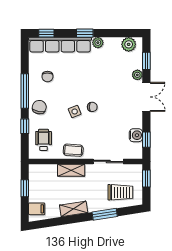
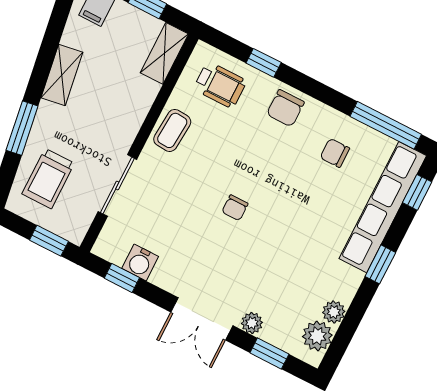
plant: (98, 43) -> (334, 312), moved
window: (25, 91) -> (386, 125), moved
chair: (39, 107) -> (285, 108), turned 79
side table: (75, 112) -> (243, 170), removed
shelving: (71, 170) -> (164, 53), moved

